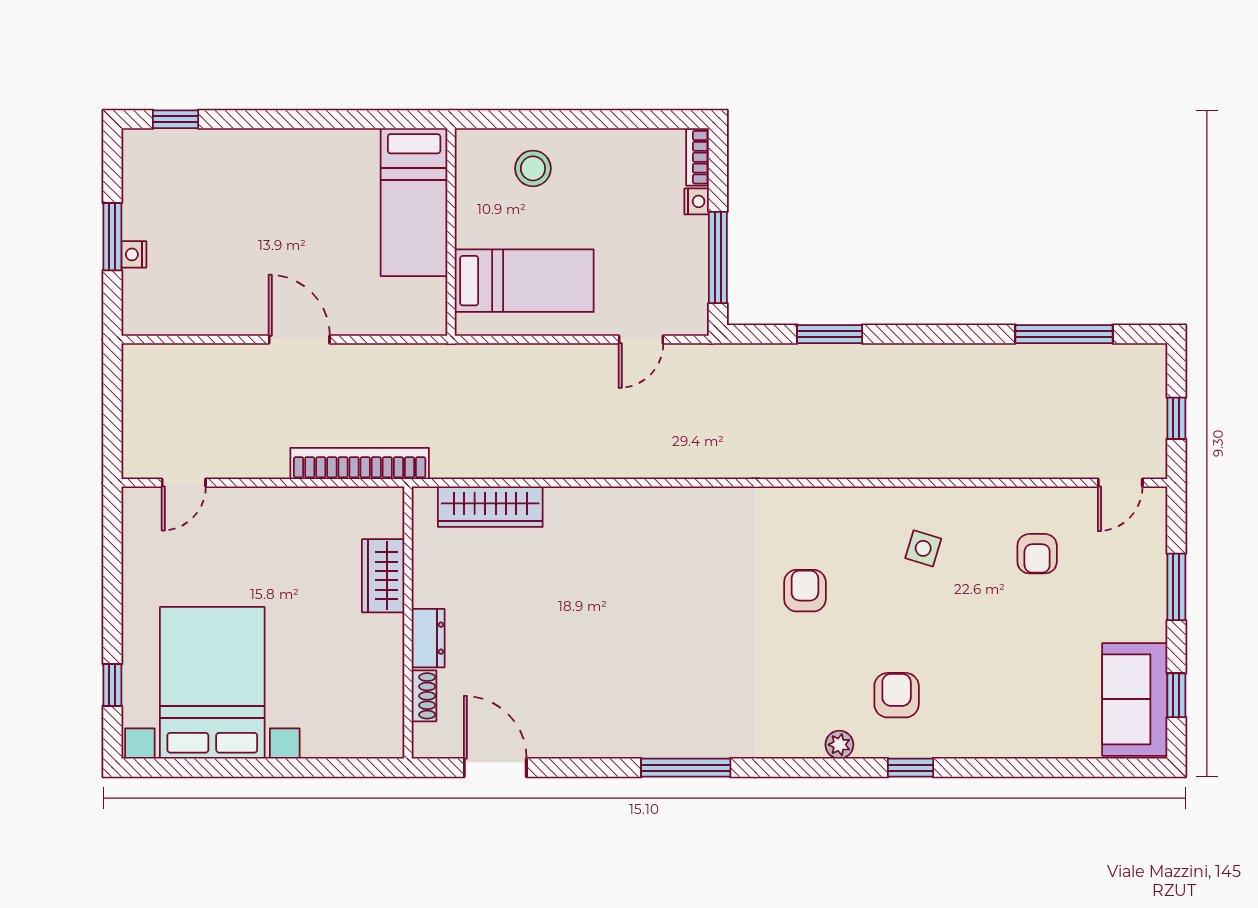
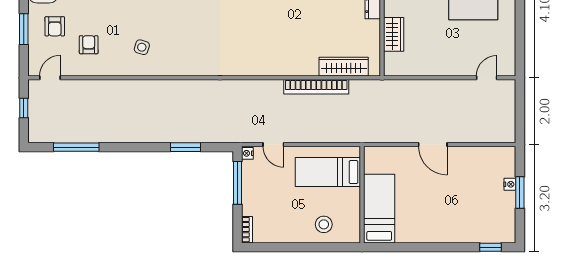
nightstand: (697, 201) -> (247, 153), moved
door: (641, 340) -> (273, 145), swing flipped
bookcase: (360, 464) -> (316, 87), moved
armchair: (805, 591) -> (55, 26), moved

